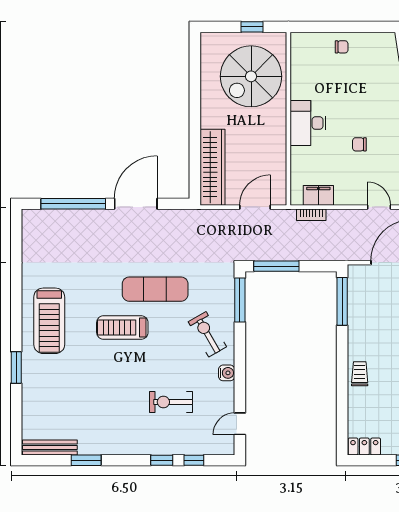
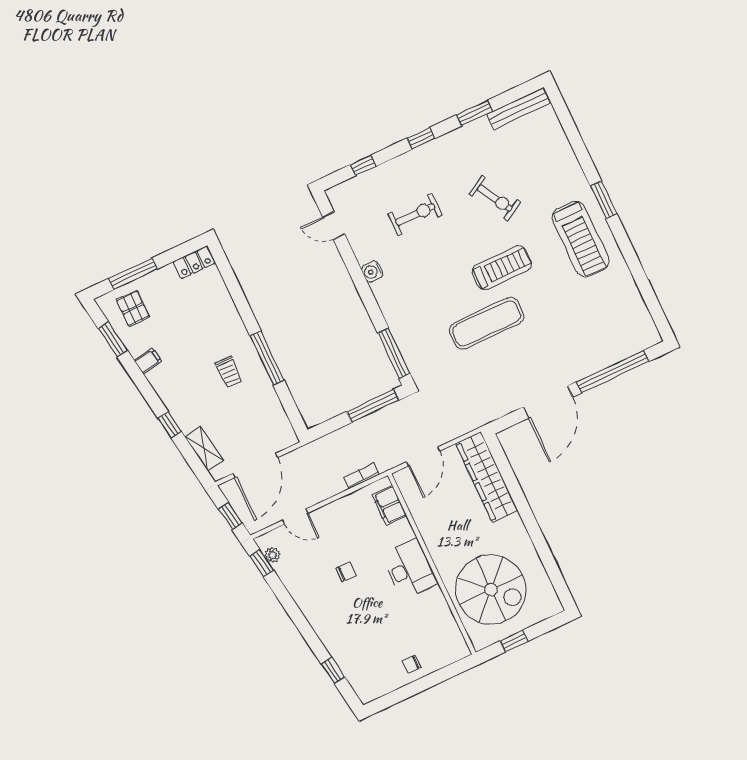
spiral stairs: (251, 76) -> (491, 590), turned 90
filing cabinet: (318, 195) -> (389, 505), moved, turned 90
window: (342, 301) -> (267, 358), moved
treadmill: (49, 321) -> (581, 239), turned 180
exercise bike: (207, 334) -> (495, 198), moved
window: (16, 368) -> (604, 200), moved
trolley: (360, 374) -> (229, 372), moved
door: (240, 424) -> (334, 225), swing flipped
window: (162, 460) -> (421, 138), moved

